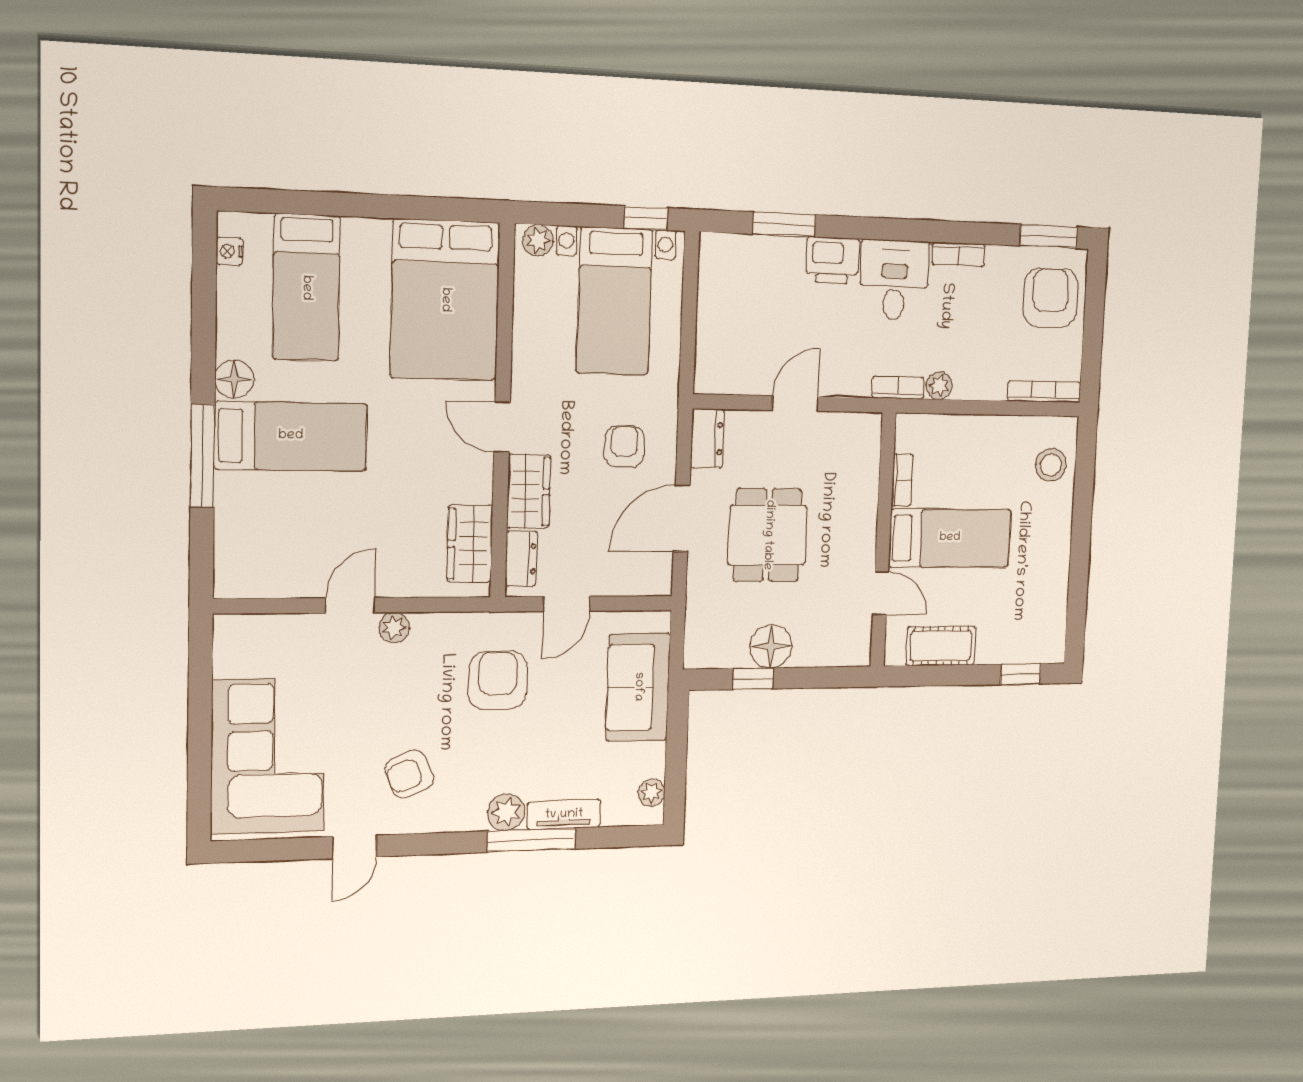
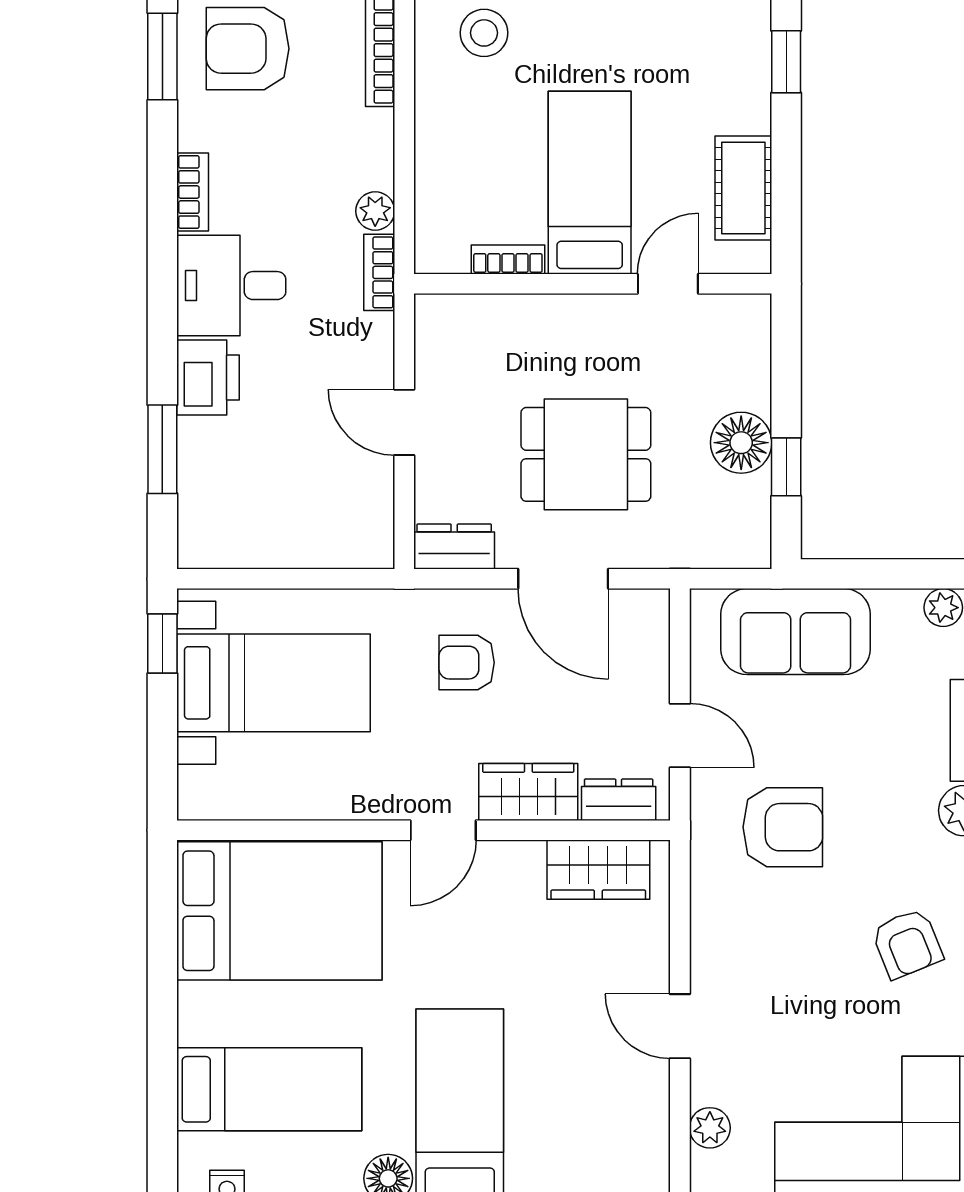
plant: (538, 240) -> (197, 789), removed
plant: (394, 628) -> (710, 1128), moved
armchair: (498, 680) -> (783, 827), turned 180

